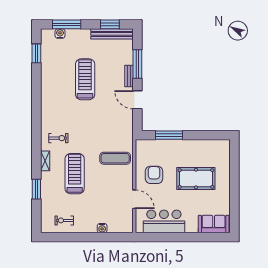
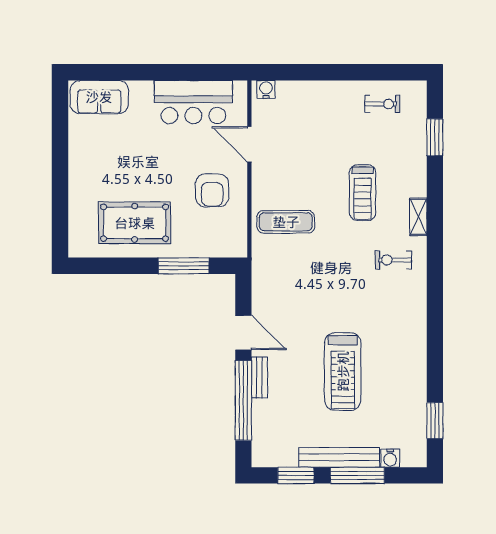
window: (67, 24) -> (357, 475), moved
bench: (112, 34) -> (339, 457), moved
window: (137, 64) -> (243, 400), width x1.46
treadmill: (75, 174) -> (363, 193), width x0.73, depth x0.73
pool table: (196, 179) -> (135, 223), moved
window: (36, 189) -> (435, 137), moved
water cooler: (102, 228) -> (266, 89), moved

